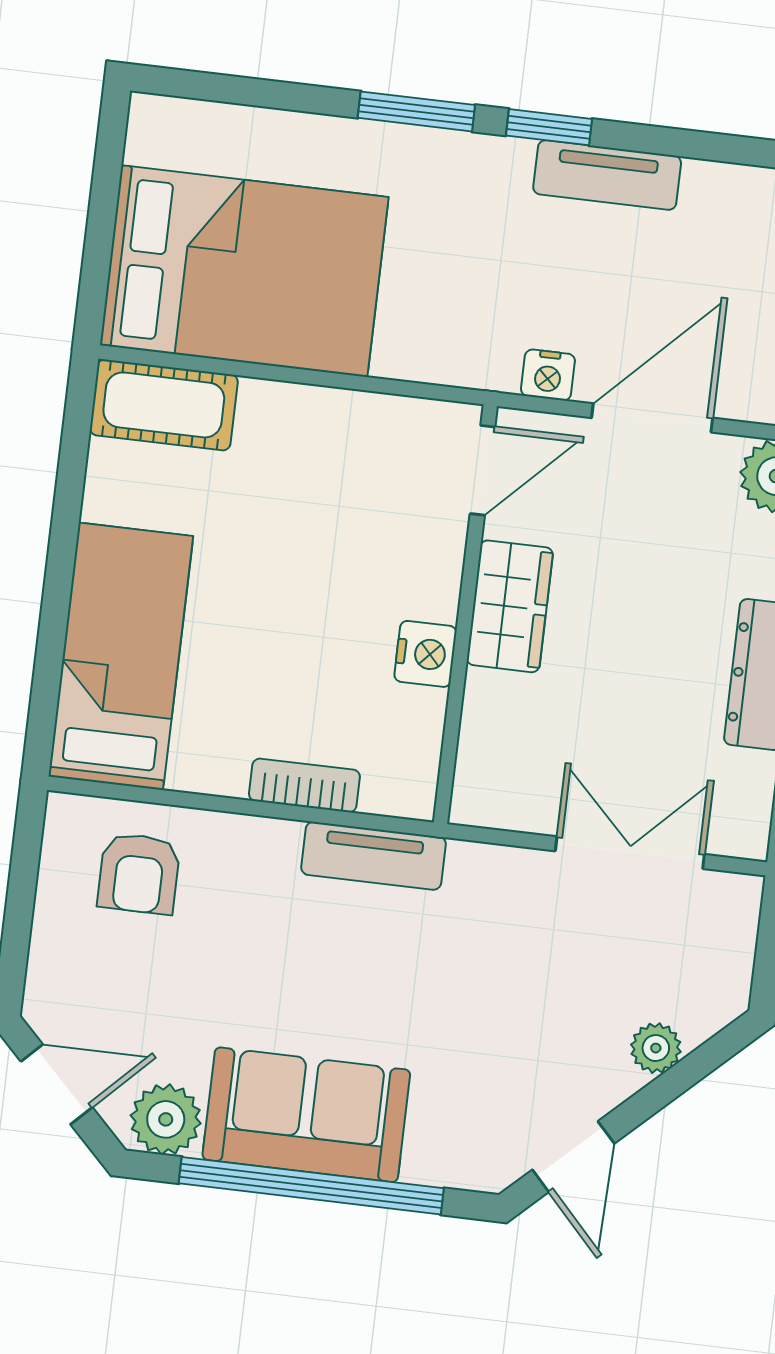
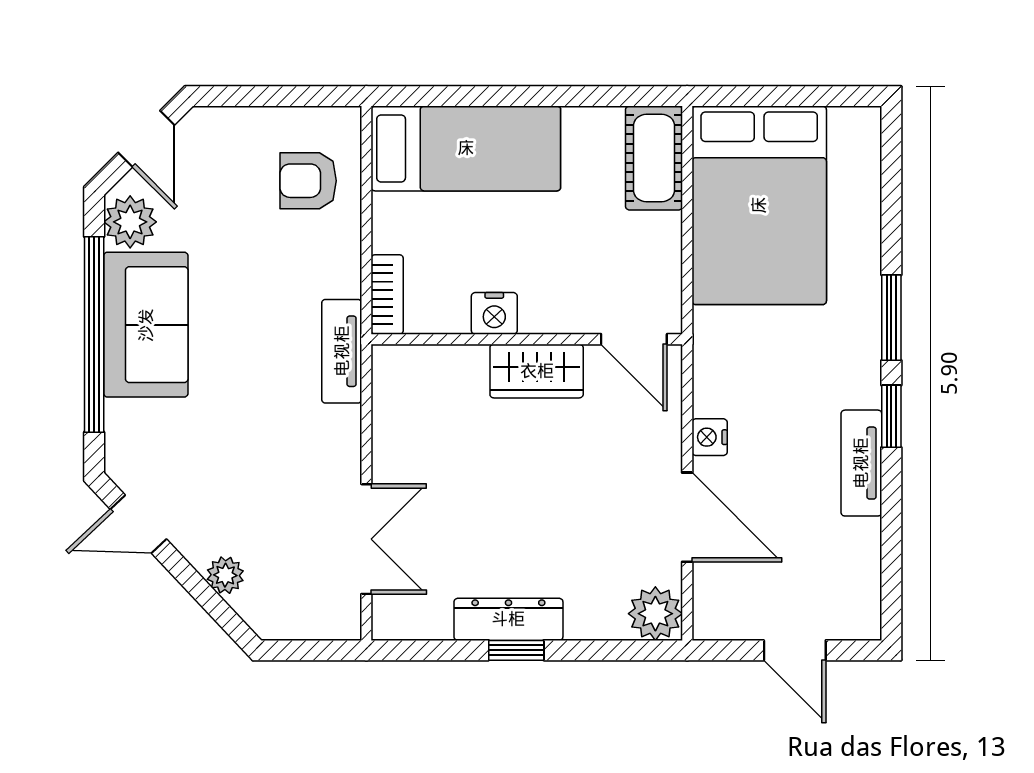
door: (483, 470) -> (634, 339), moved
wardrobe: (510, 606) -> (537, 371), moved
wall: (465, 614) -> (527, 339), moved
nightstand: (425, 654) -> (494, 313), moved

